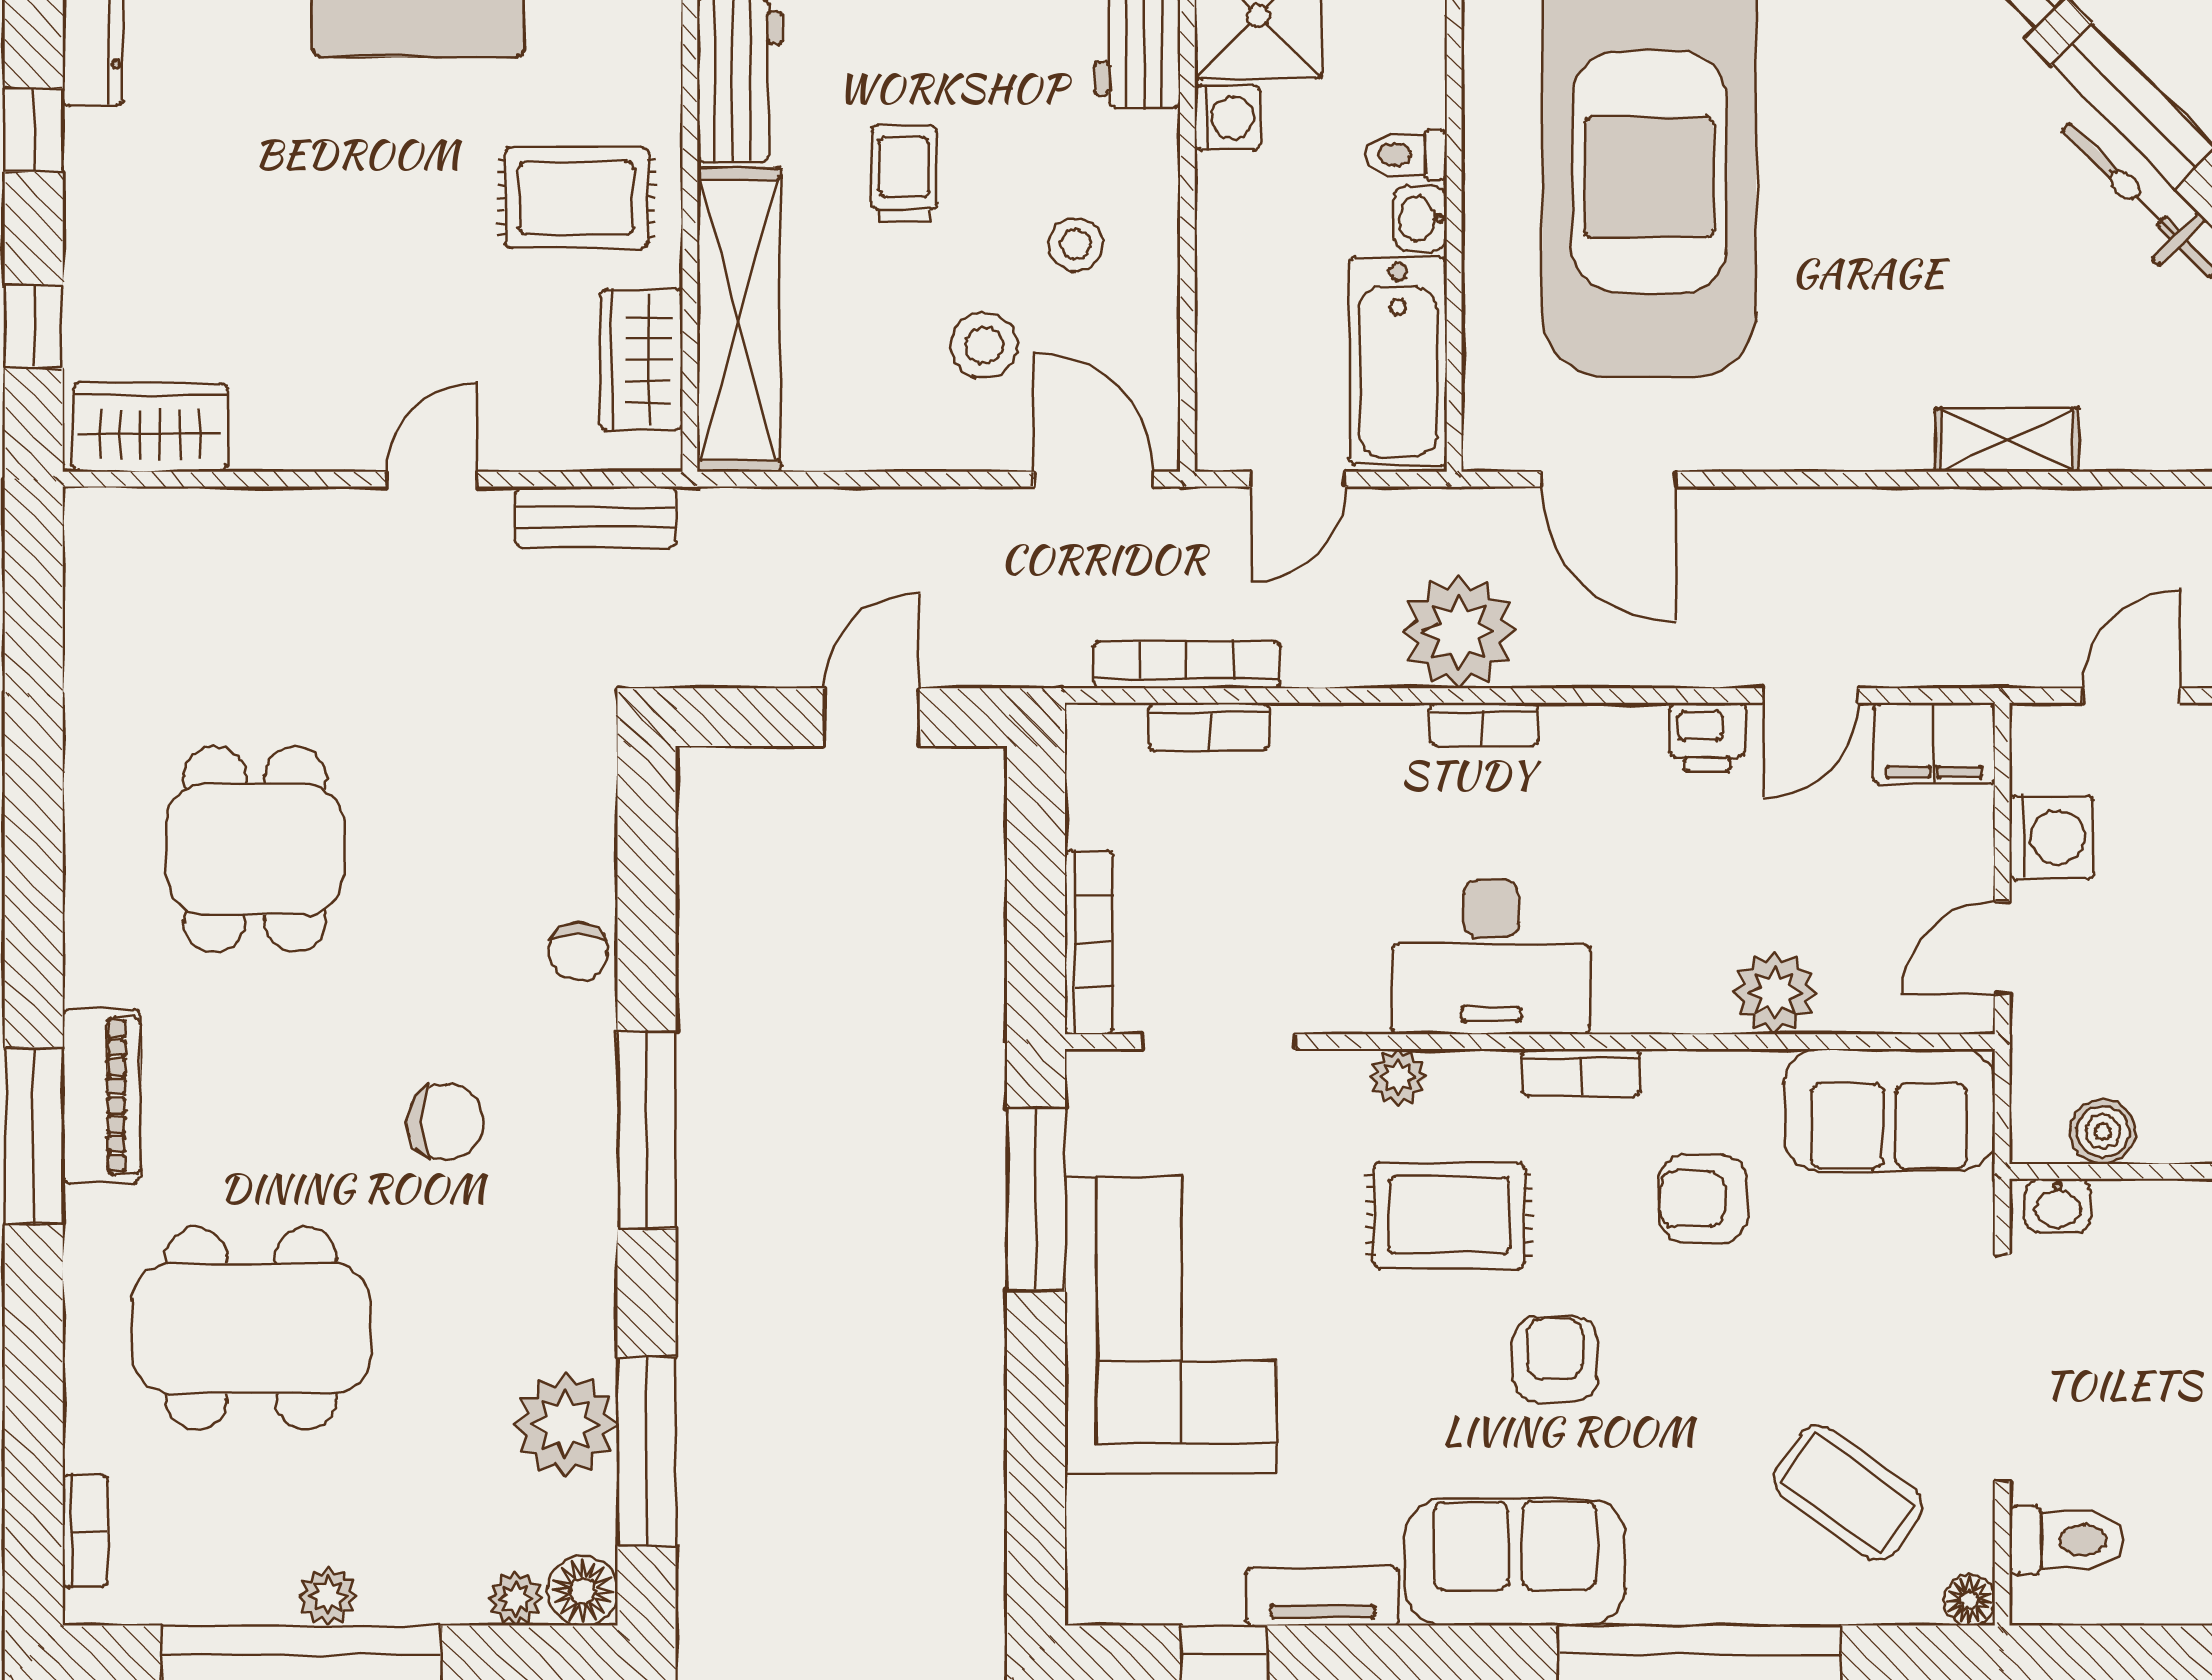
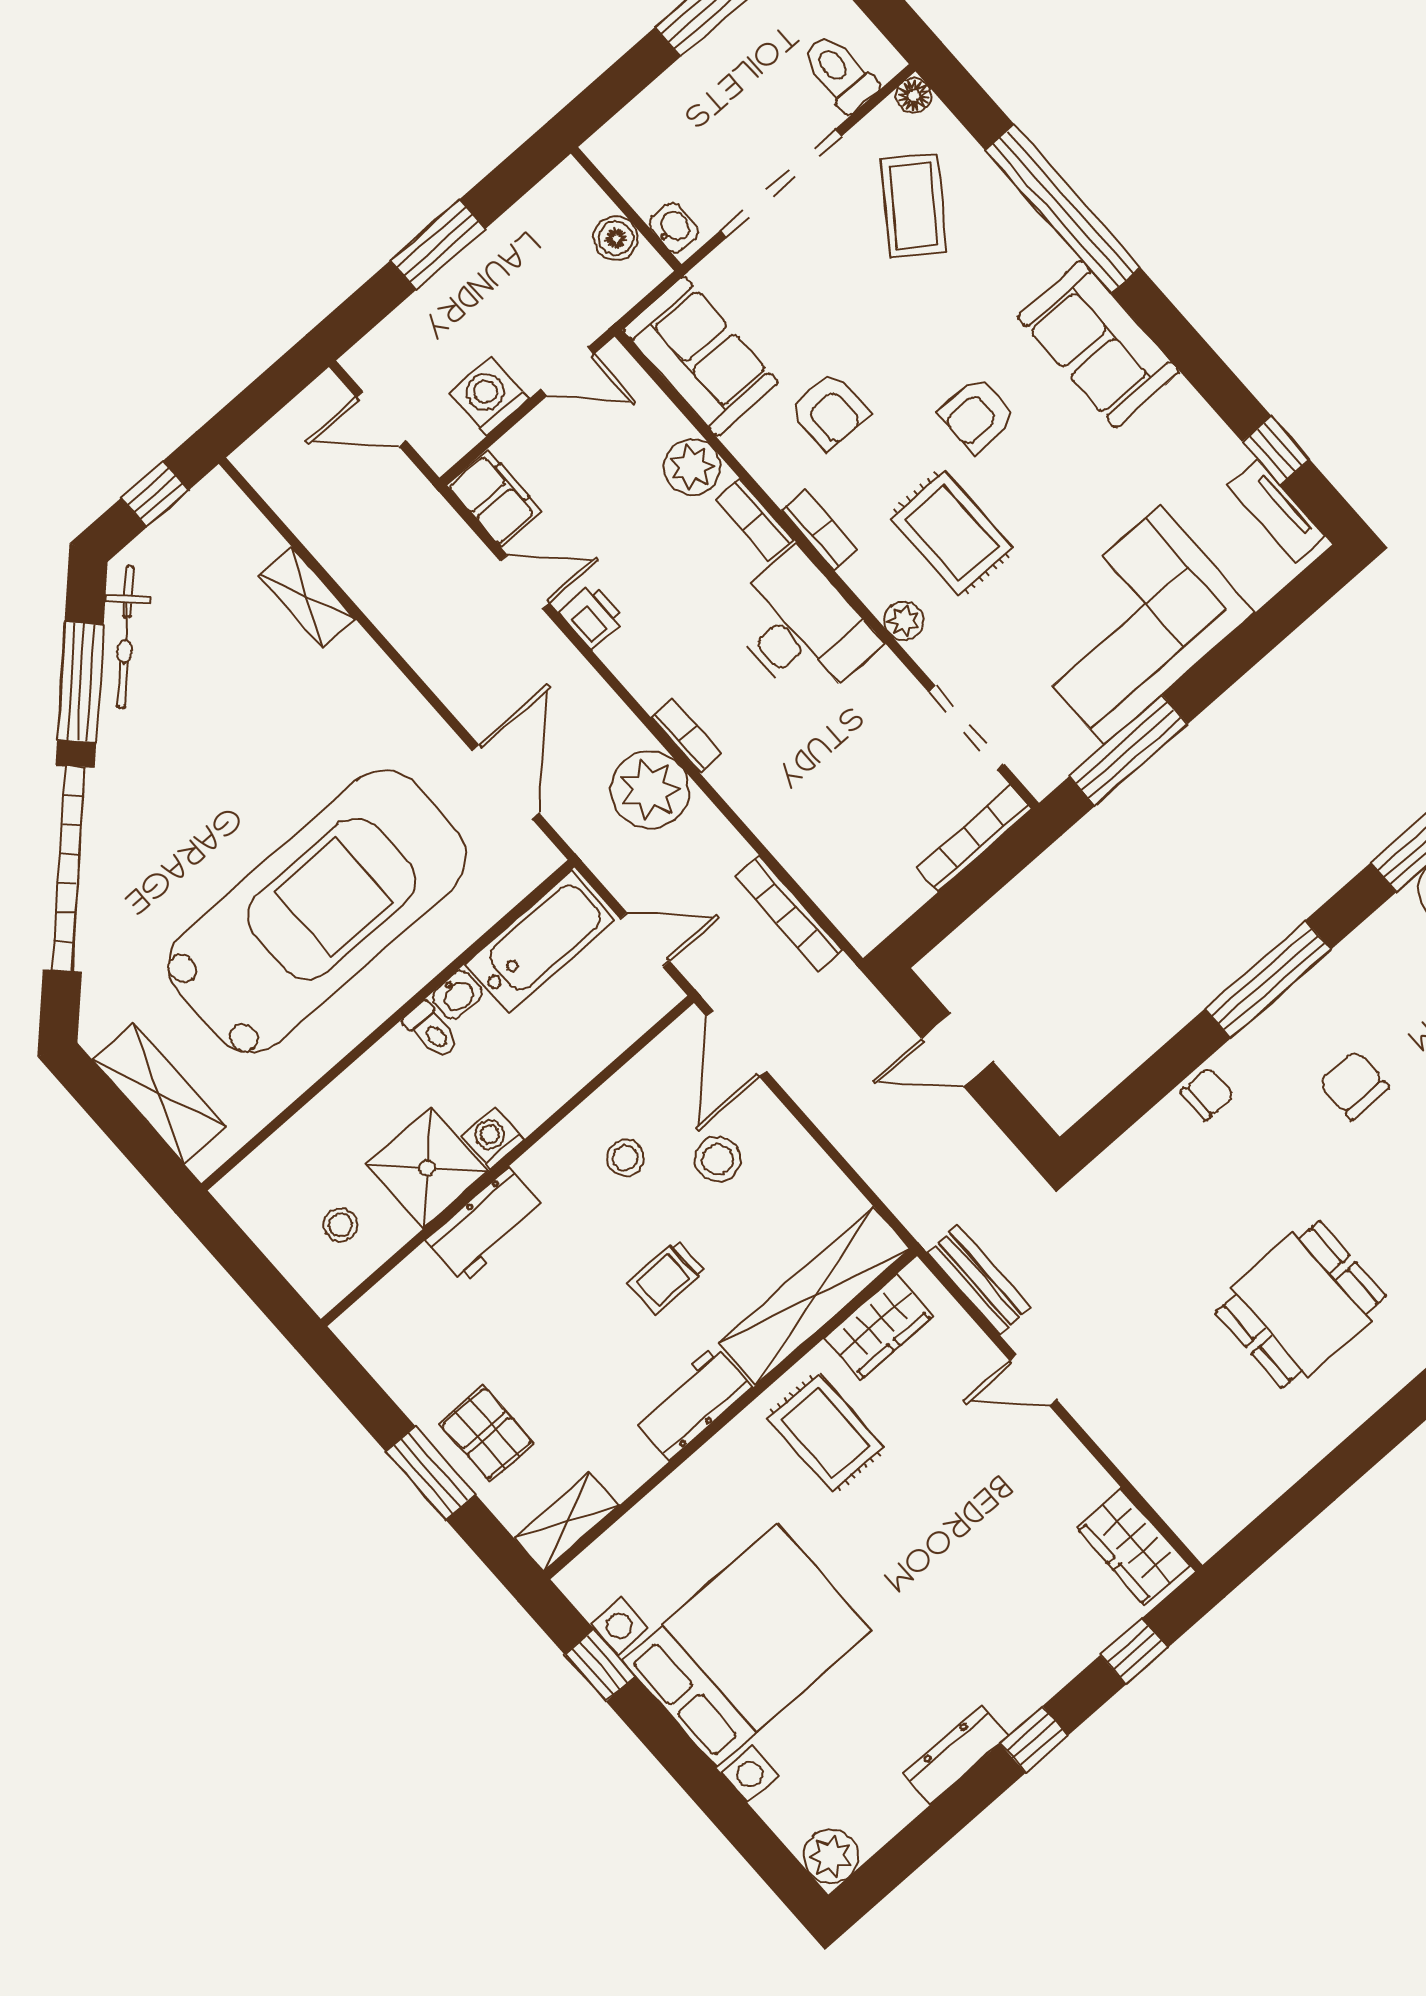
bookcase: (1209, 727) -> (754, 520), moved, turned 180
tv unit: (1323, 1597) -> (1277, 511), moved

